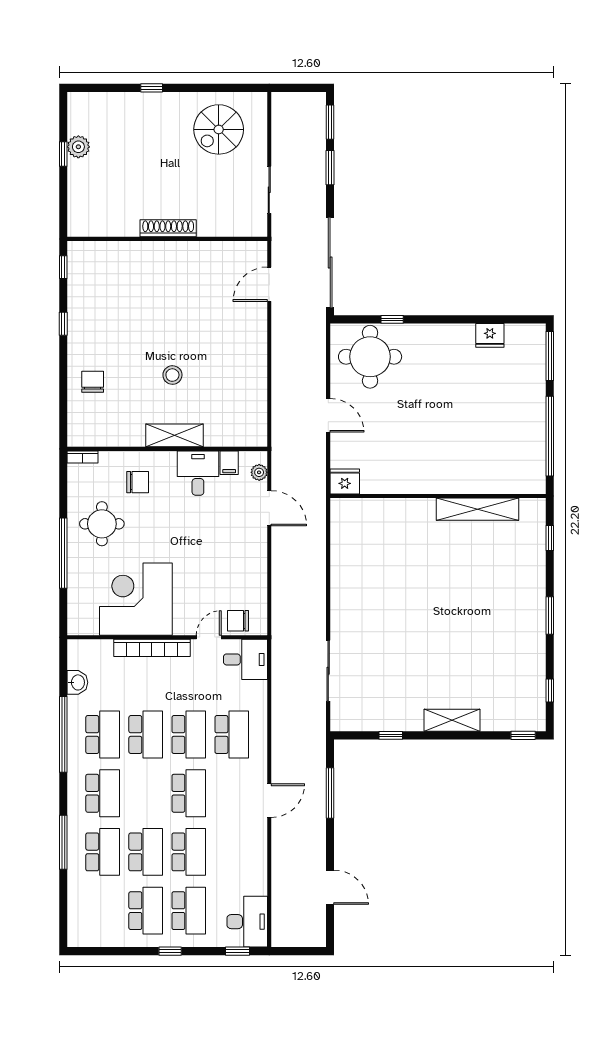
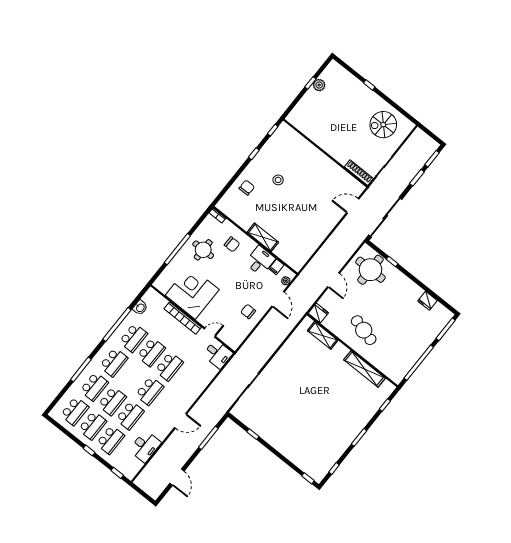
shoe rack: (168, 228) -> (359, 173), moved
stool: (172, 375) -> (278, 180), moved
cafe table: (431, 453) -> (364, 330), added
chair: (238, 621) -> (248, 311), moved
shelving: (452, 720) -> (323, 335), moved
school desk: (232, 735) -> (75, 411), moved
desk: (247, 922) -> (145, 446), moved

